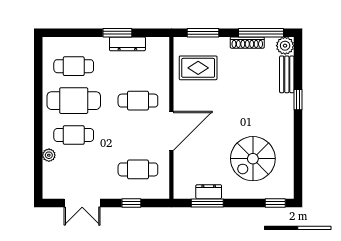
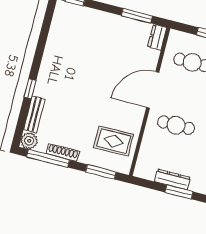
spiral stairs: (253, 159) -> (85, 45), removed
dresser: (209, 192) -> (157, 37), moved, turned 90

